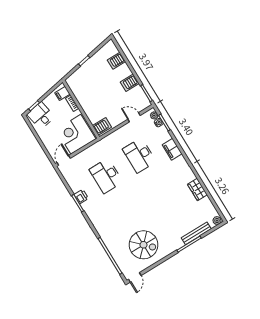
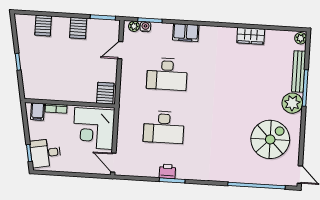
plant: (175, 243) -> (292, 103), added

